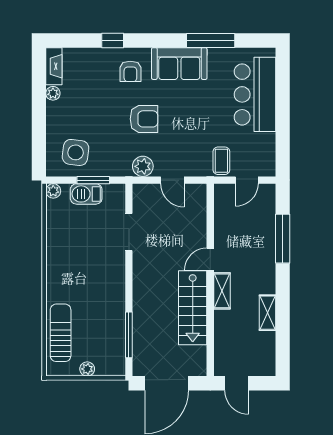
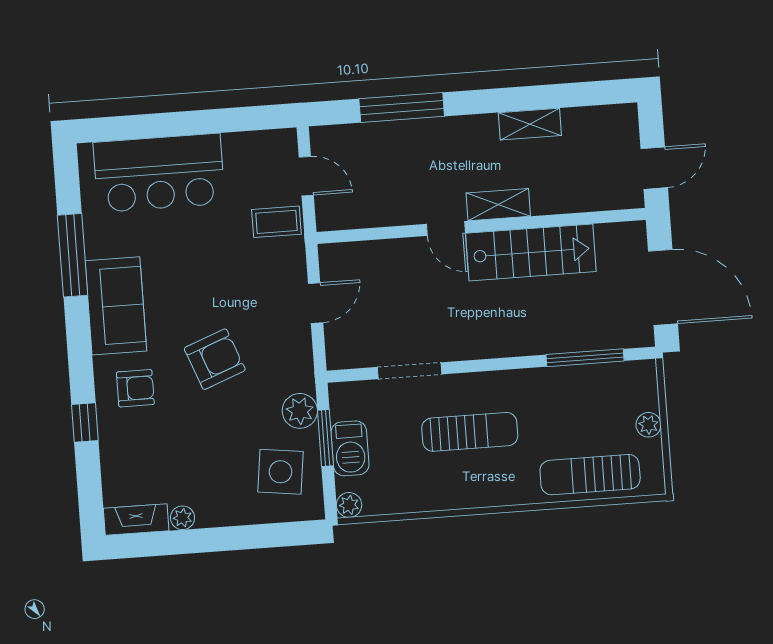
armchair: (144, 119) -> (215, 359), turned 69
plant: (143, 166) -> (300, 411), moved
sun lounger: (91, 264) -> (470, 432), added

